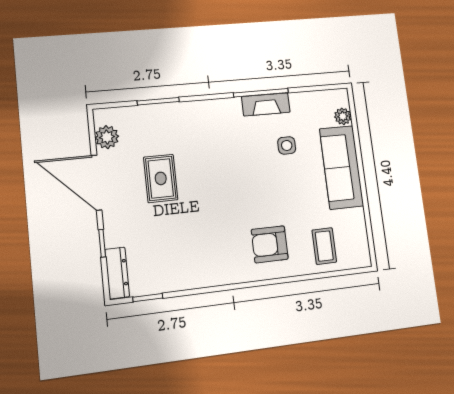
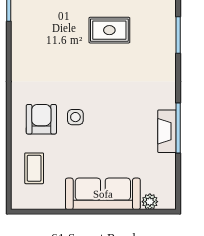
side table: (287, 145) -> (75, 117), moved
coffee table: (324, 246) -> (34, 168), turned 90

